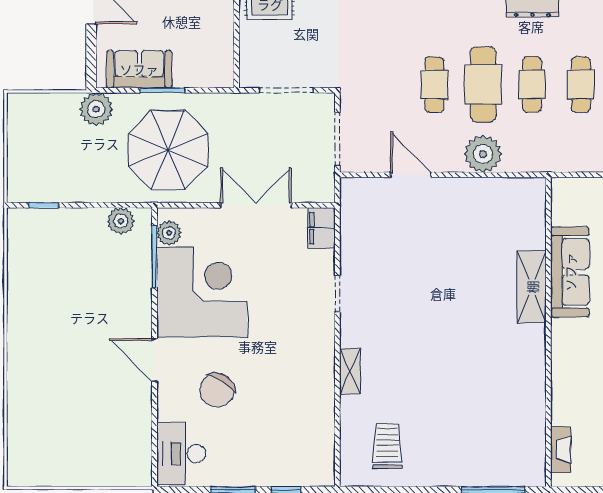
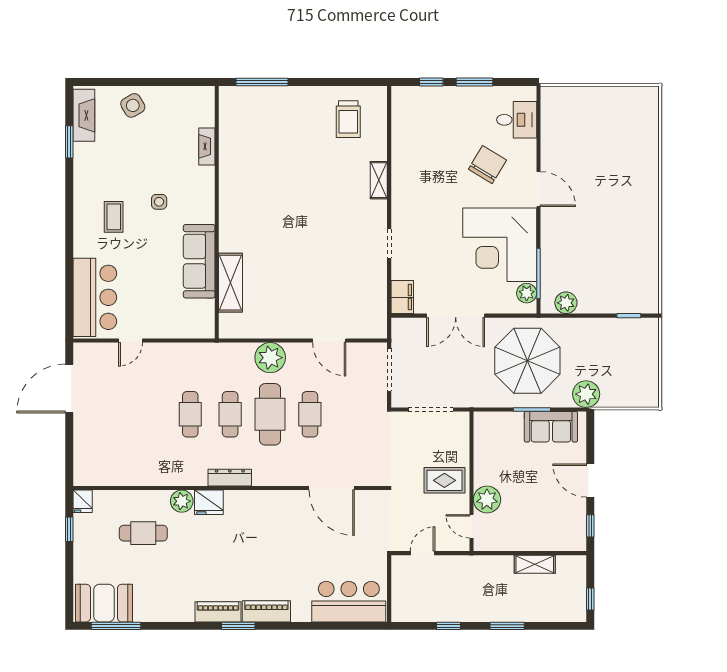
shelving: (532, 287) -> (230, 283), moved
fireplace: (561, 450) -> (207, 146), moved
desk: (181, 453) -> (517, 120), width x0.73

